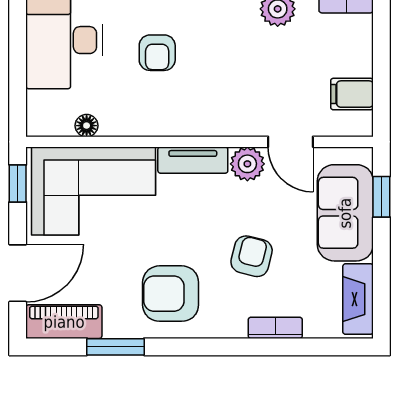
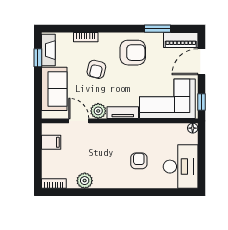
floor lamp: (87, 126) -> (193, 128), moved
window: (381, 197) -> (38, 58), moved

